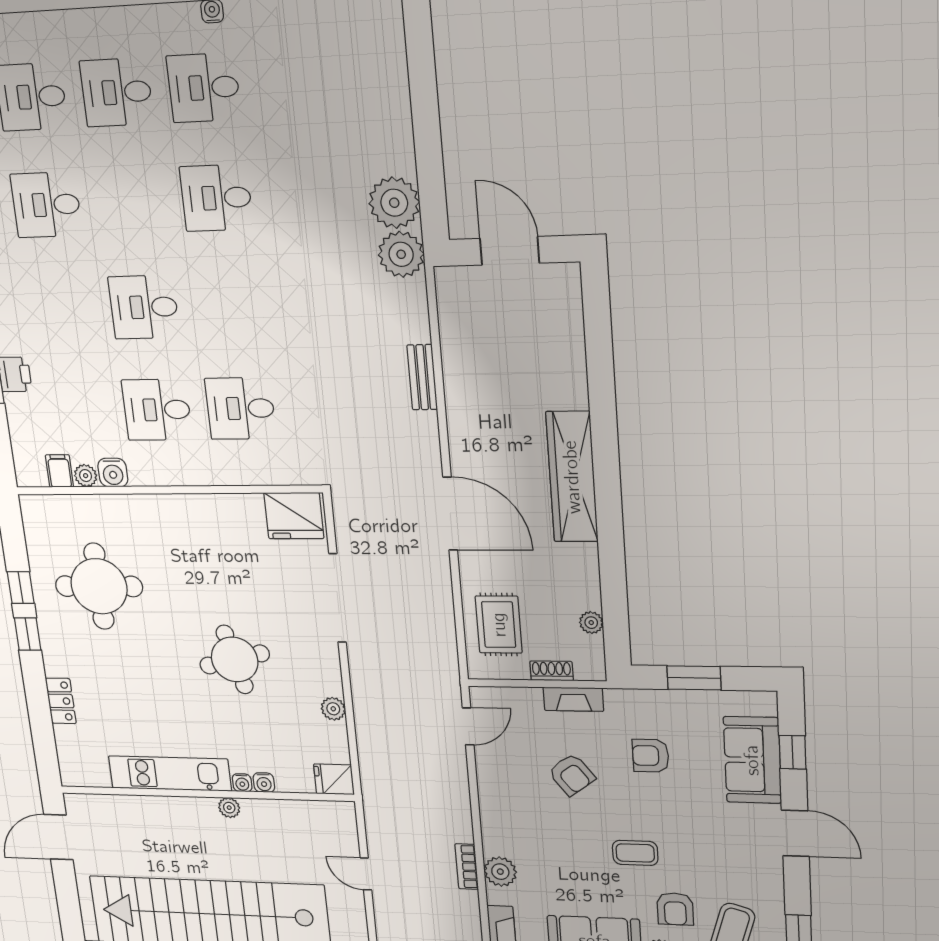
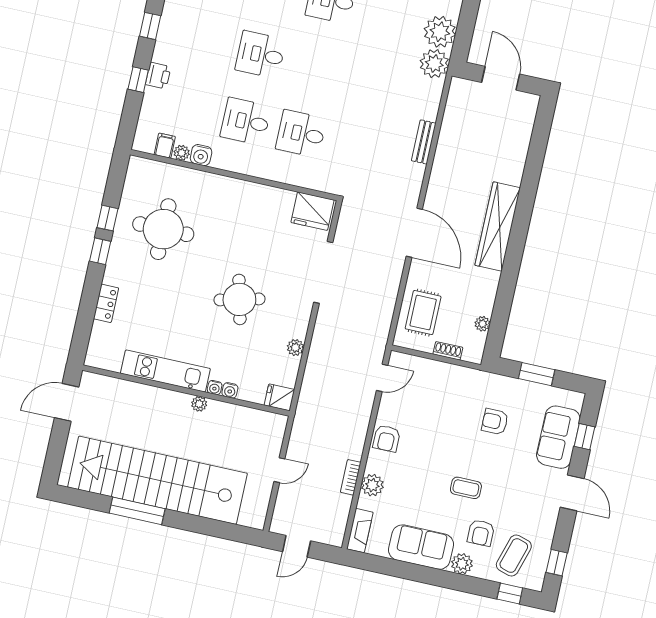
fireplace: (573, 699) -> (456, 373), removed
armchair: (572, 775) -> (387, 438), moved, turned 37
door: (366, 874) -> (279, 470), swing flipped

